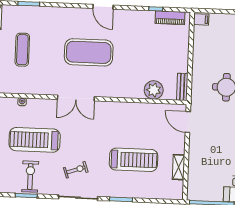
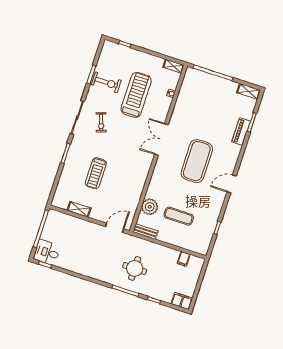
piano: (170, 18) -> (241, 132), moved
filing cabinet: (201, 19) -> (184, 259), moved
exercise mat: (22, 50) -> (179, 216), moved
treadmill: (134, 160) -> (96, 173), width x0.73, depth x0.73

